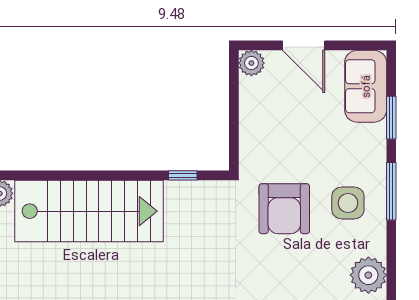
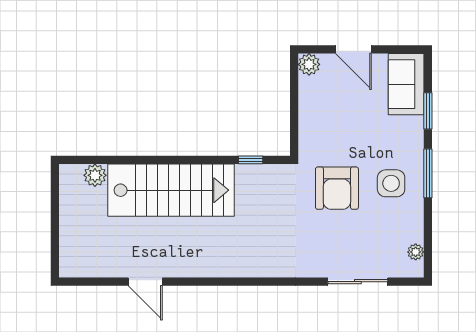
plant: (368, 275) -> (416, 252), width x0.53, depth x0.53

